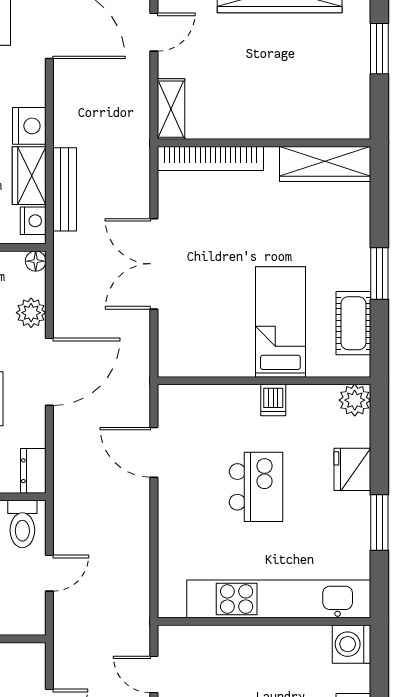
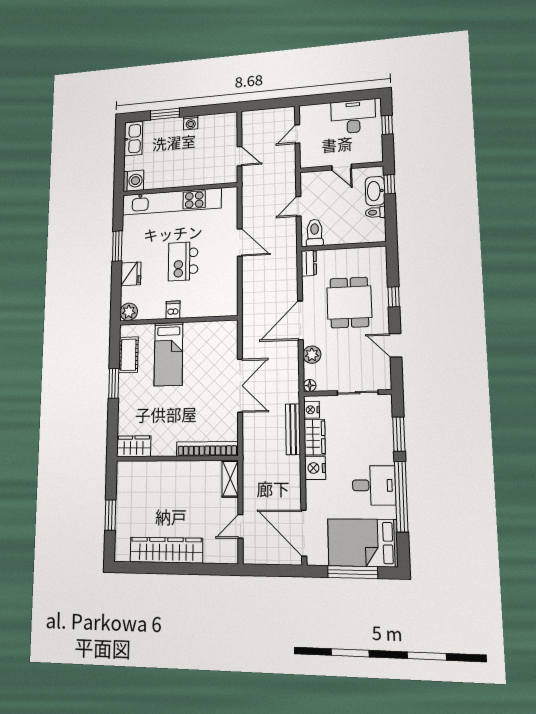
wardrobe: (325, 164) -> (134, 446), width x0.67
door: (154, 452) -> (240, 242), moved

